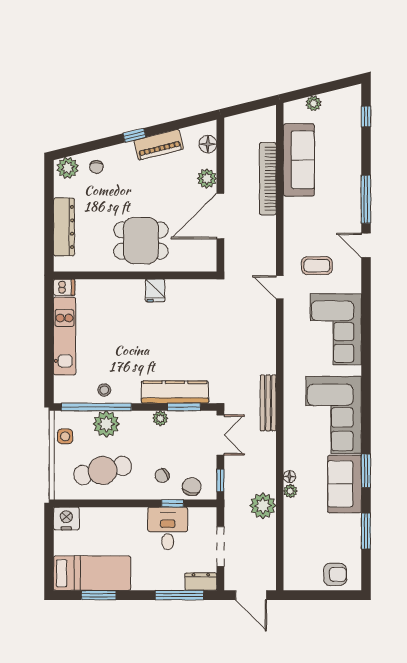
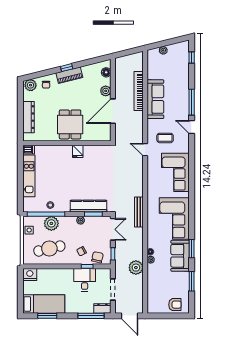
piano: (159, 145) -> (69, 75), moved
sofa: (299, 160) -> (155, 99), moved
dining table: (141, 241) -> (70, 124), turned 90

